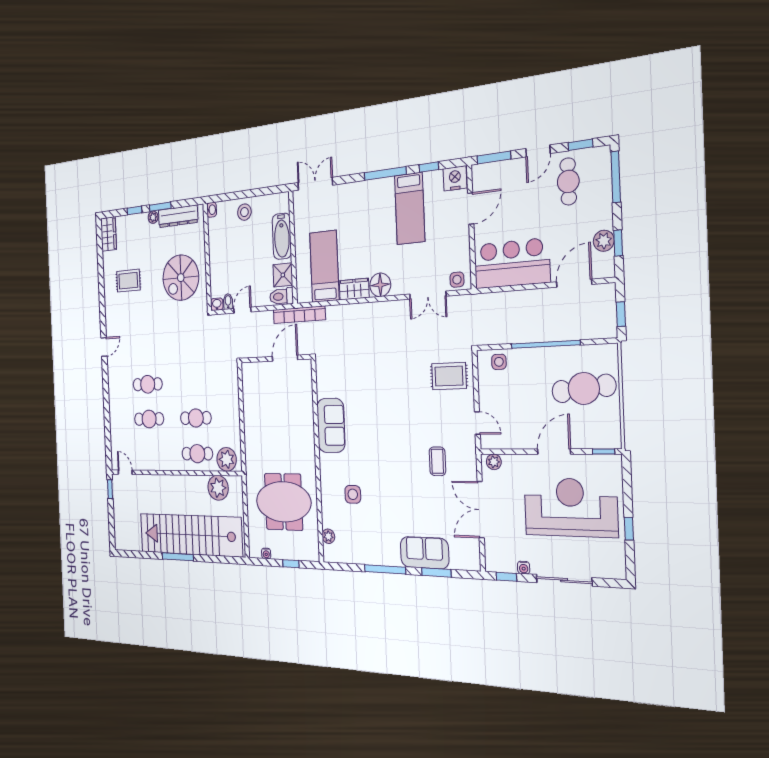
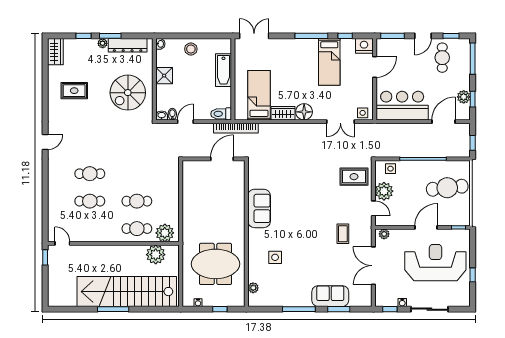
shower: (283, 275) -> (164, 76), moved
plant: (491, 397) -> (384, 191), added

